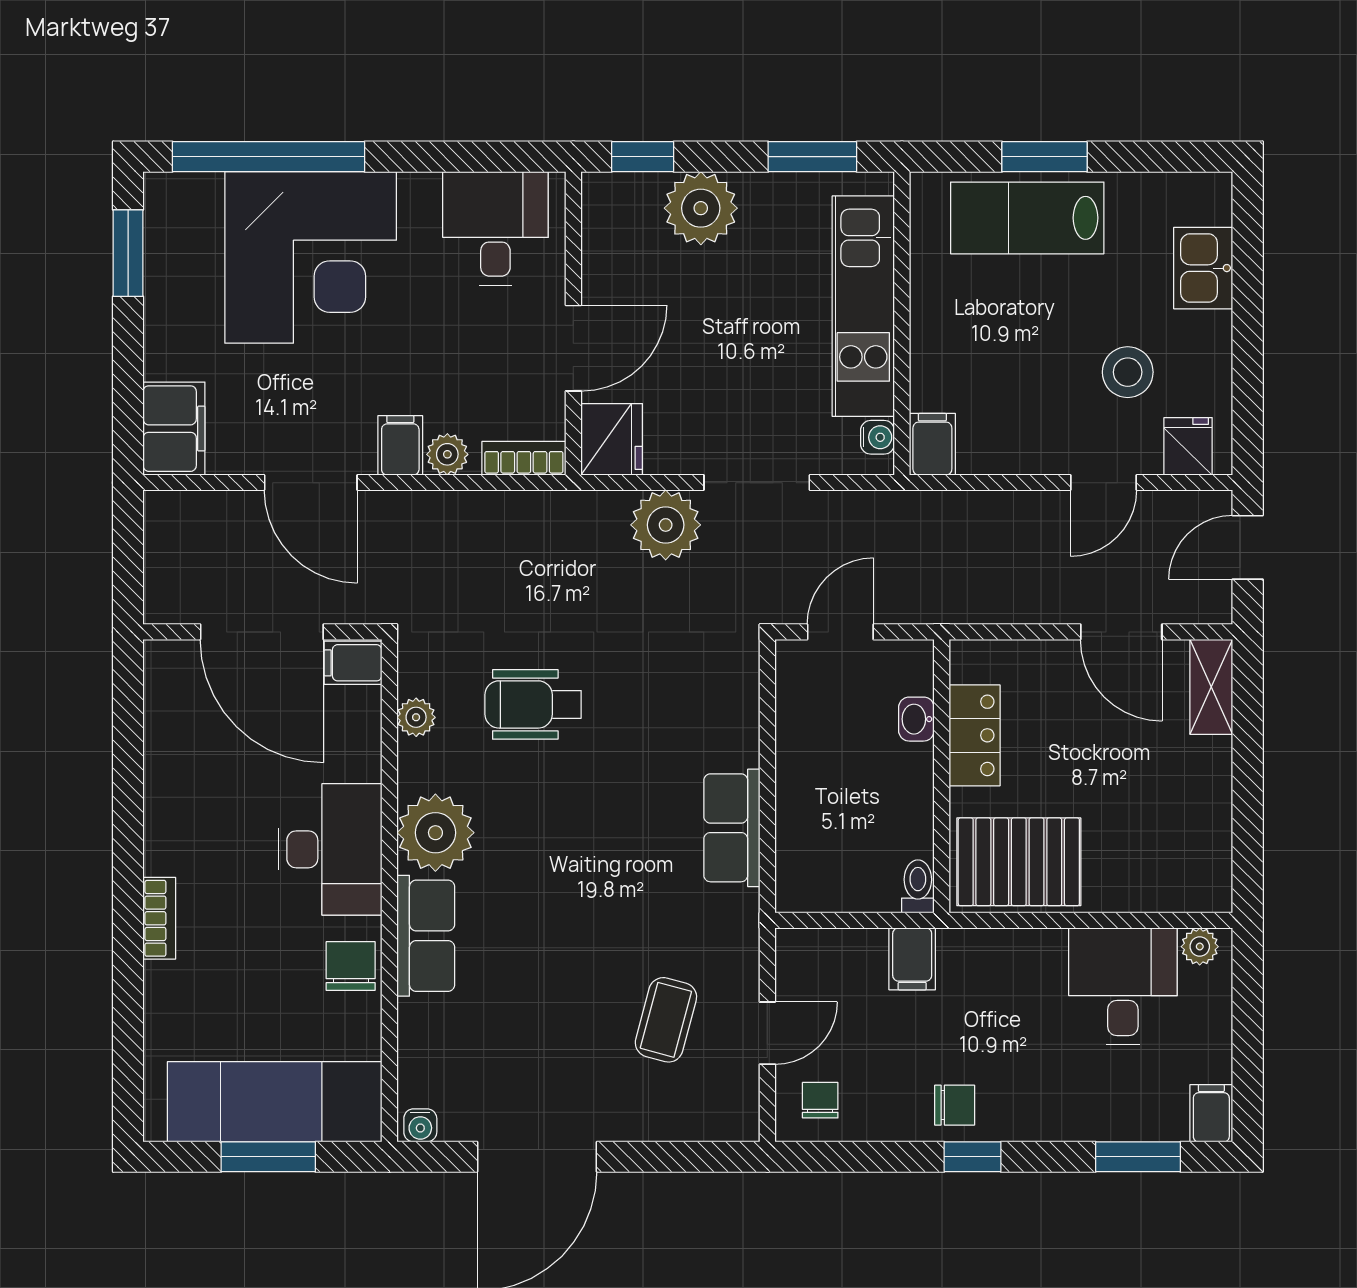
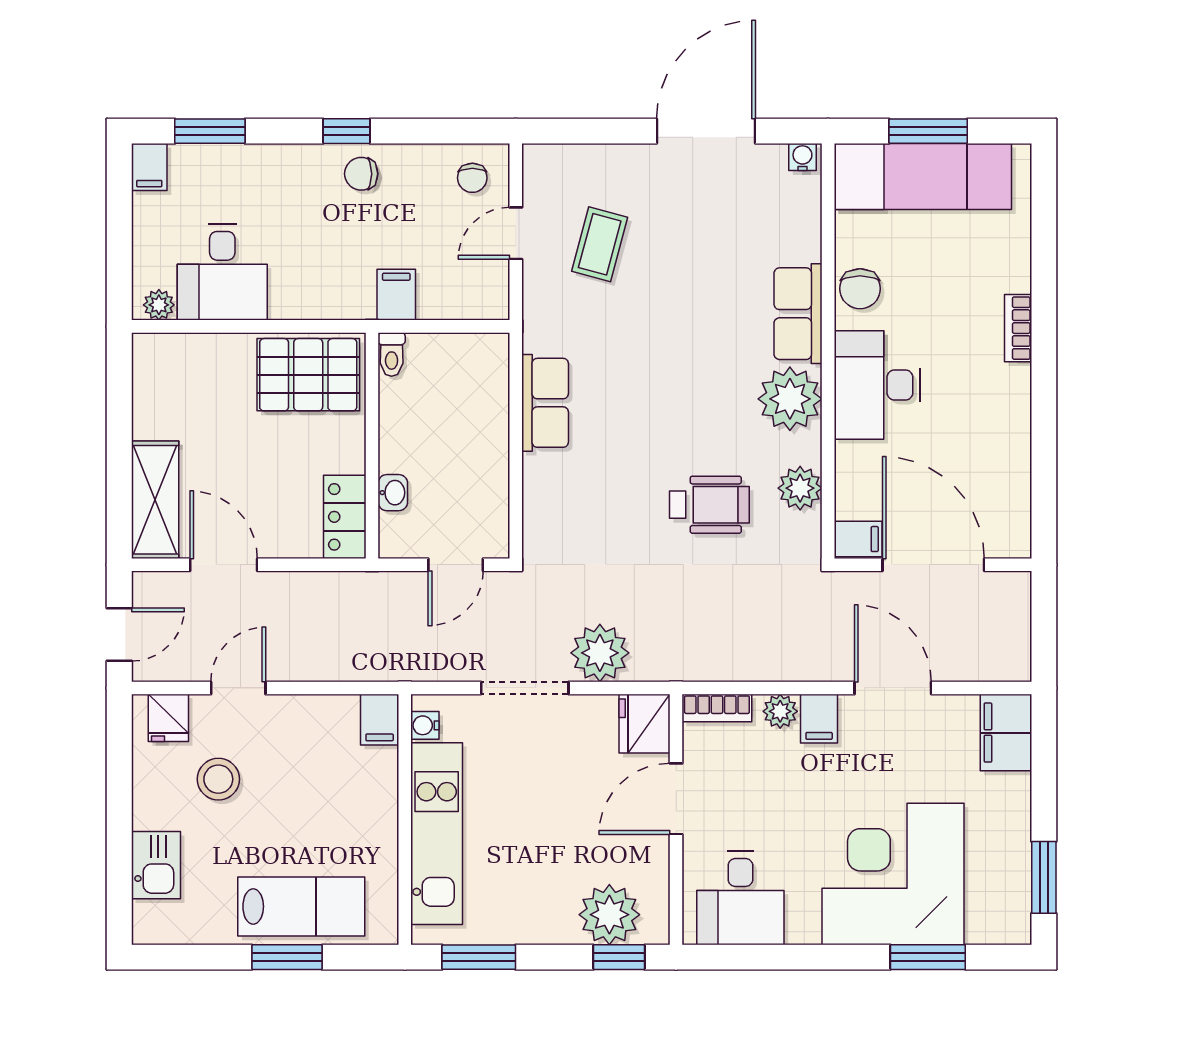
window: (268, 157) -> (928, 957), width x0.47
plant: (701, 208) -> (609, 915), moved
shelving: (1211, 687) -> (155, 500), width x1.50, depth x1.33
plant: (416, 717) -> (800, 488), width x1.38, depth x1.38
locker: (975, 735) -> (345, 517), moved

